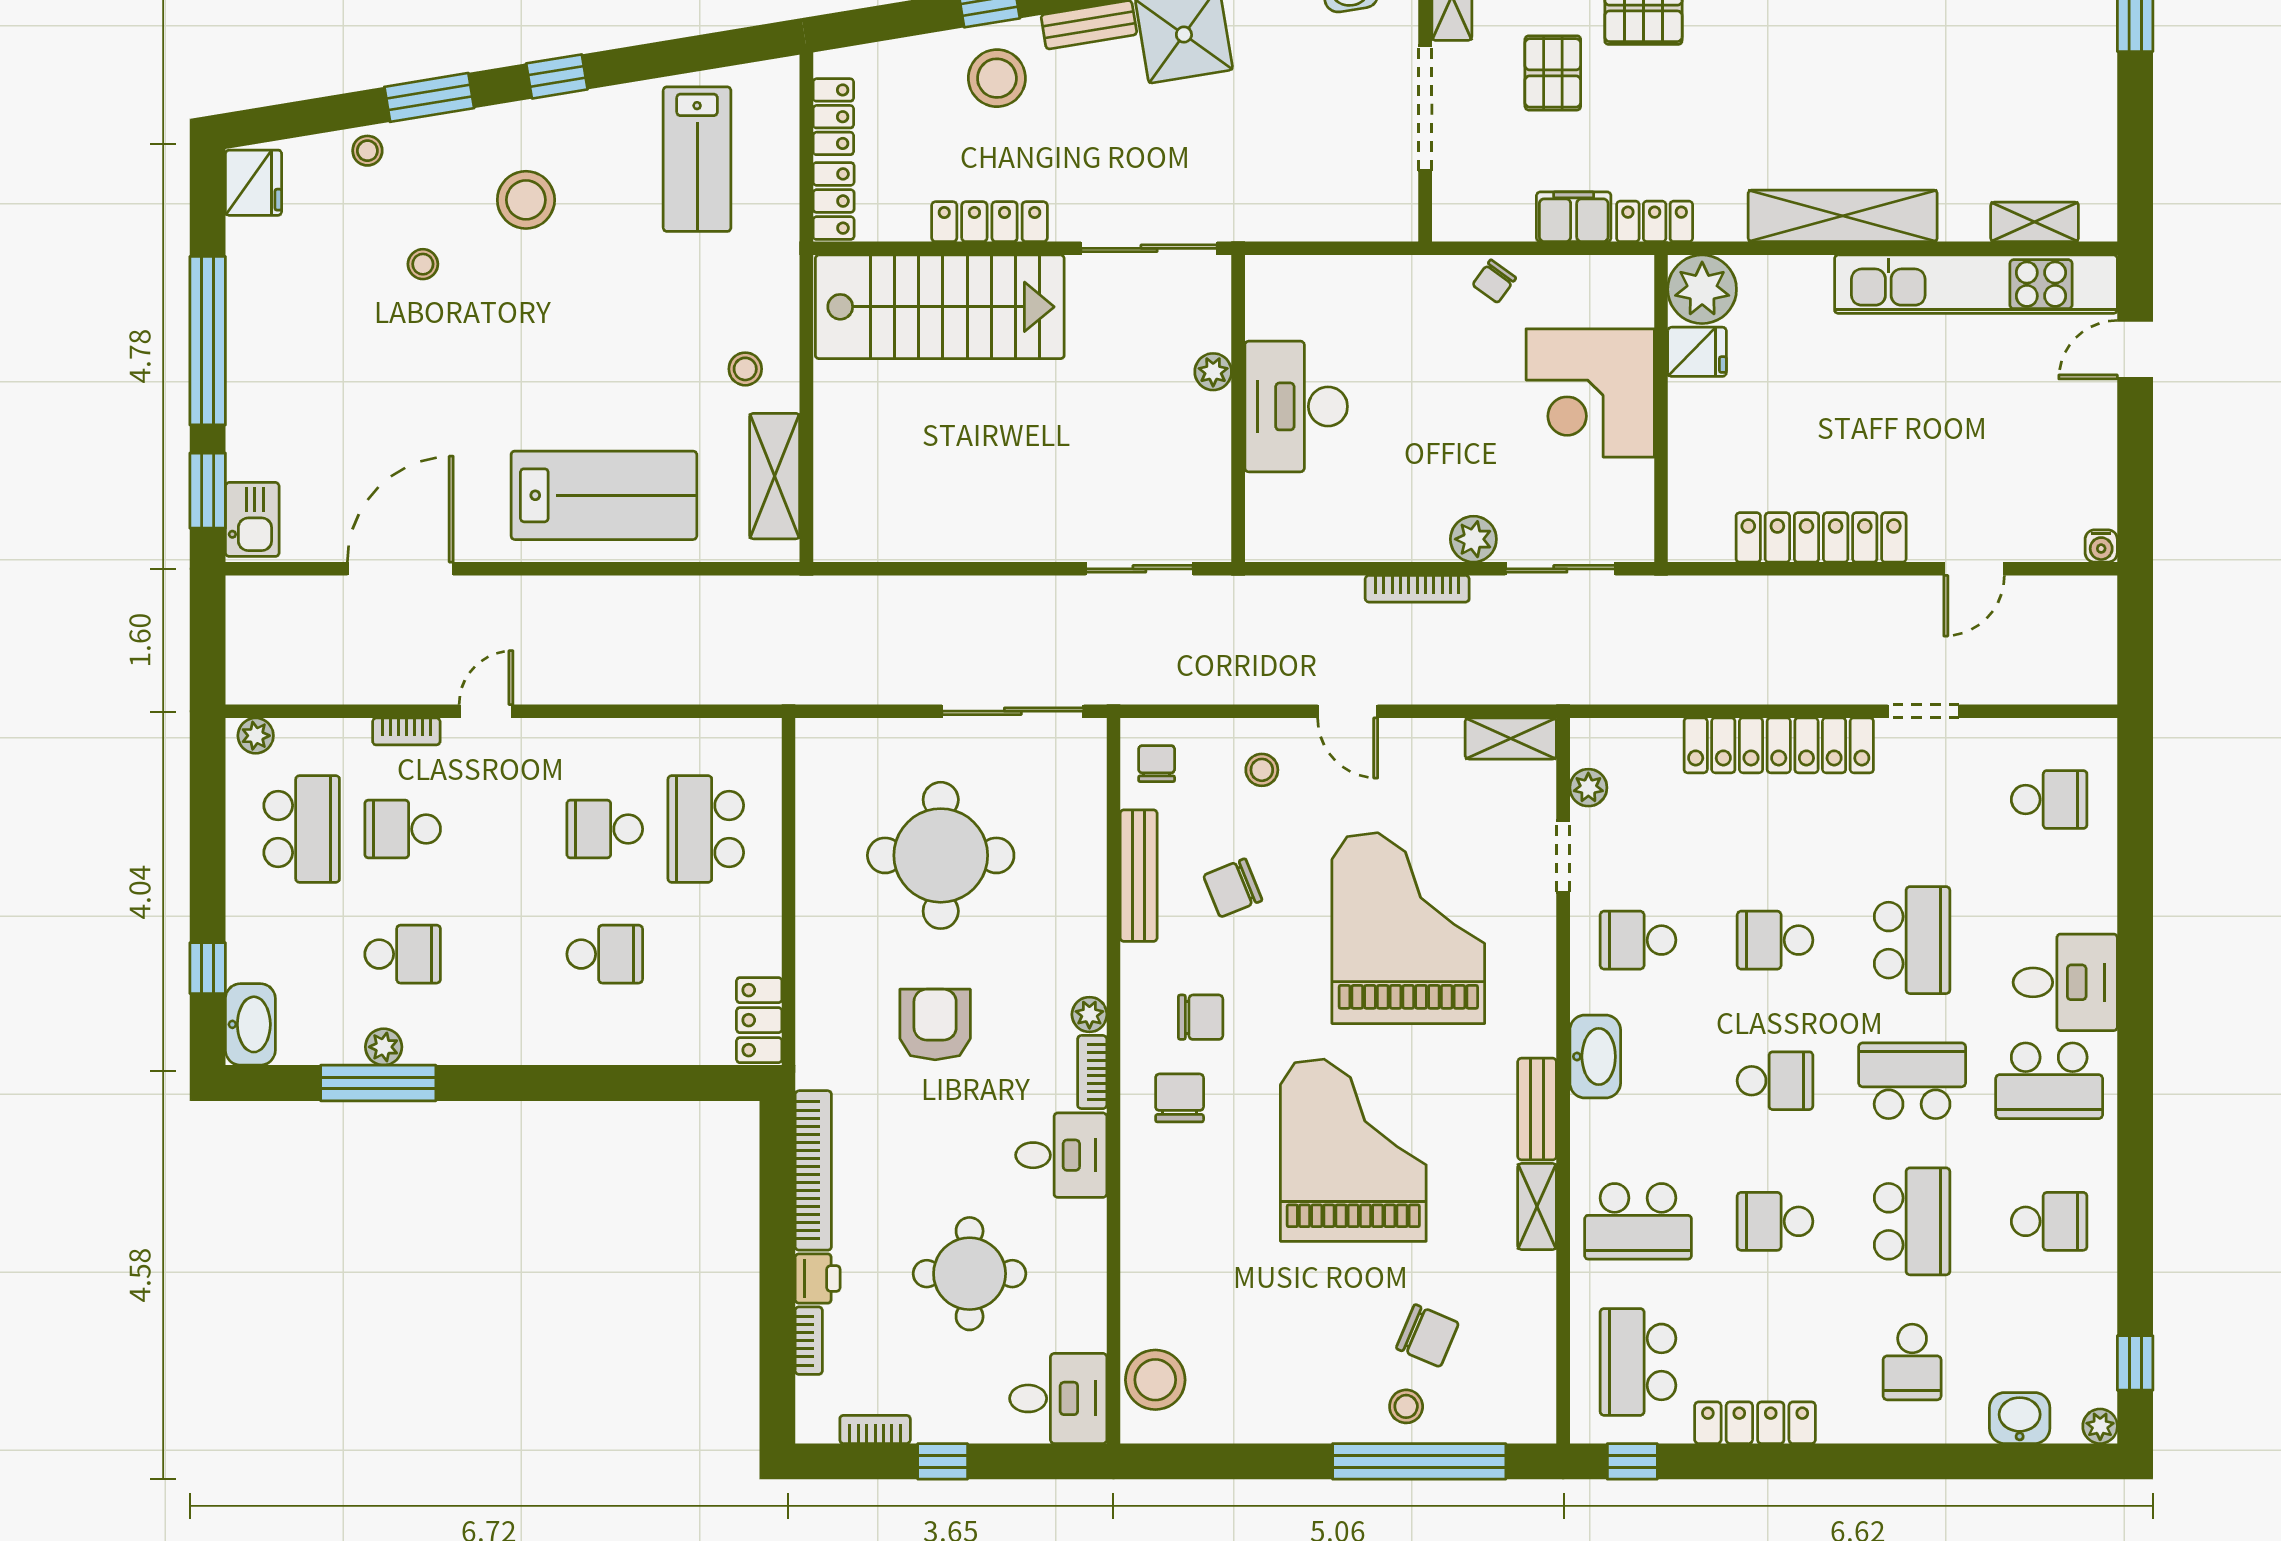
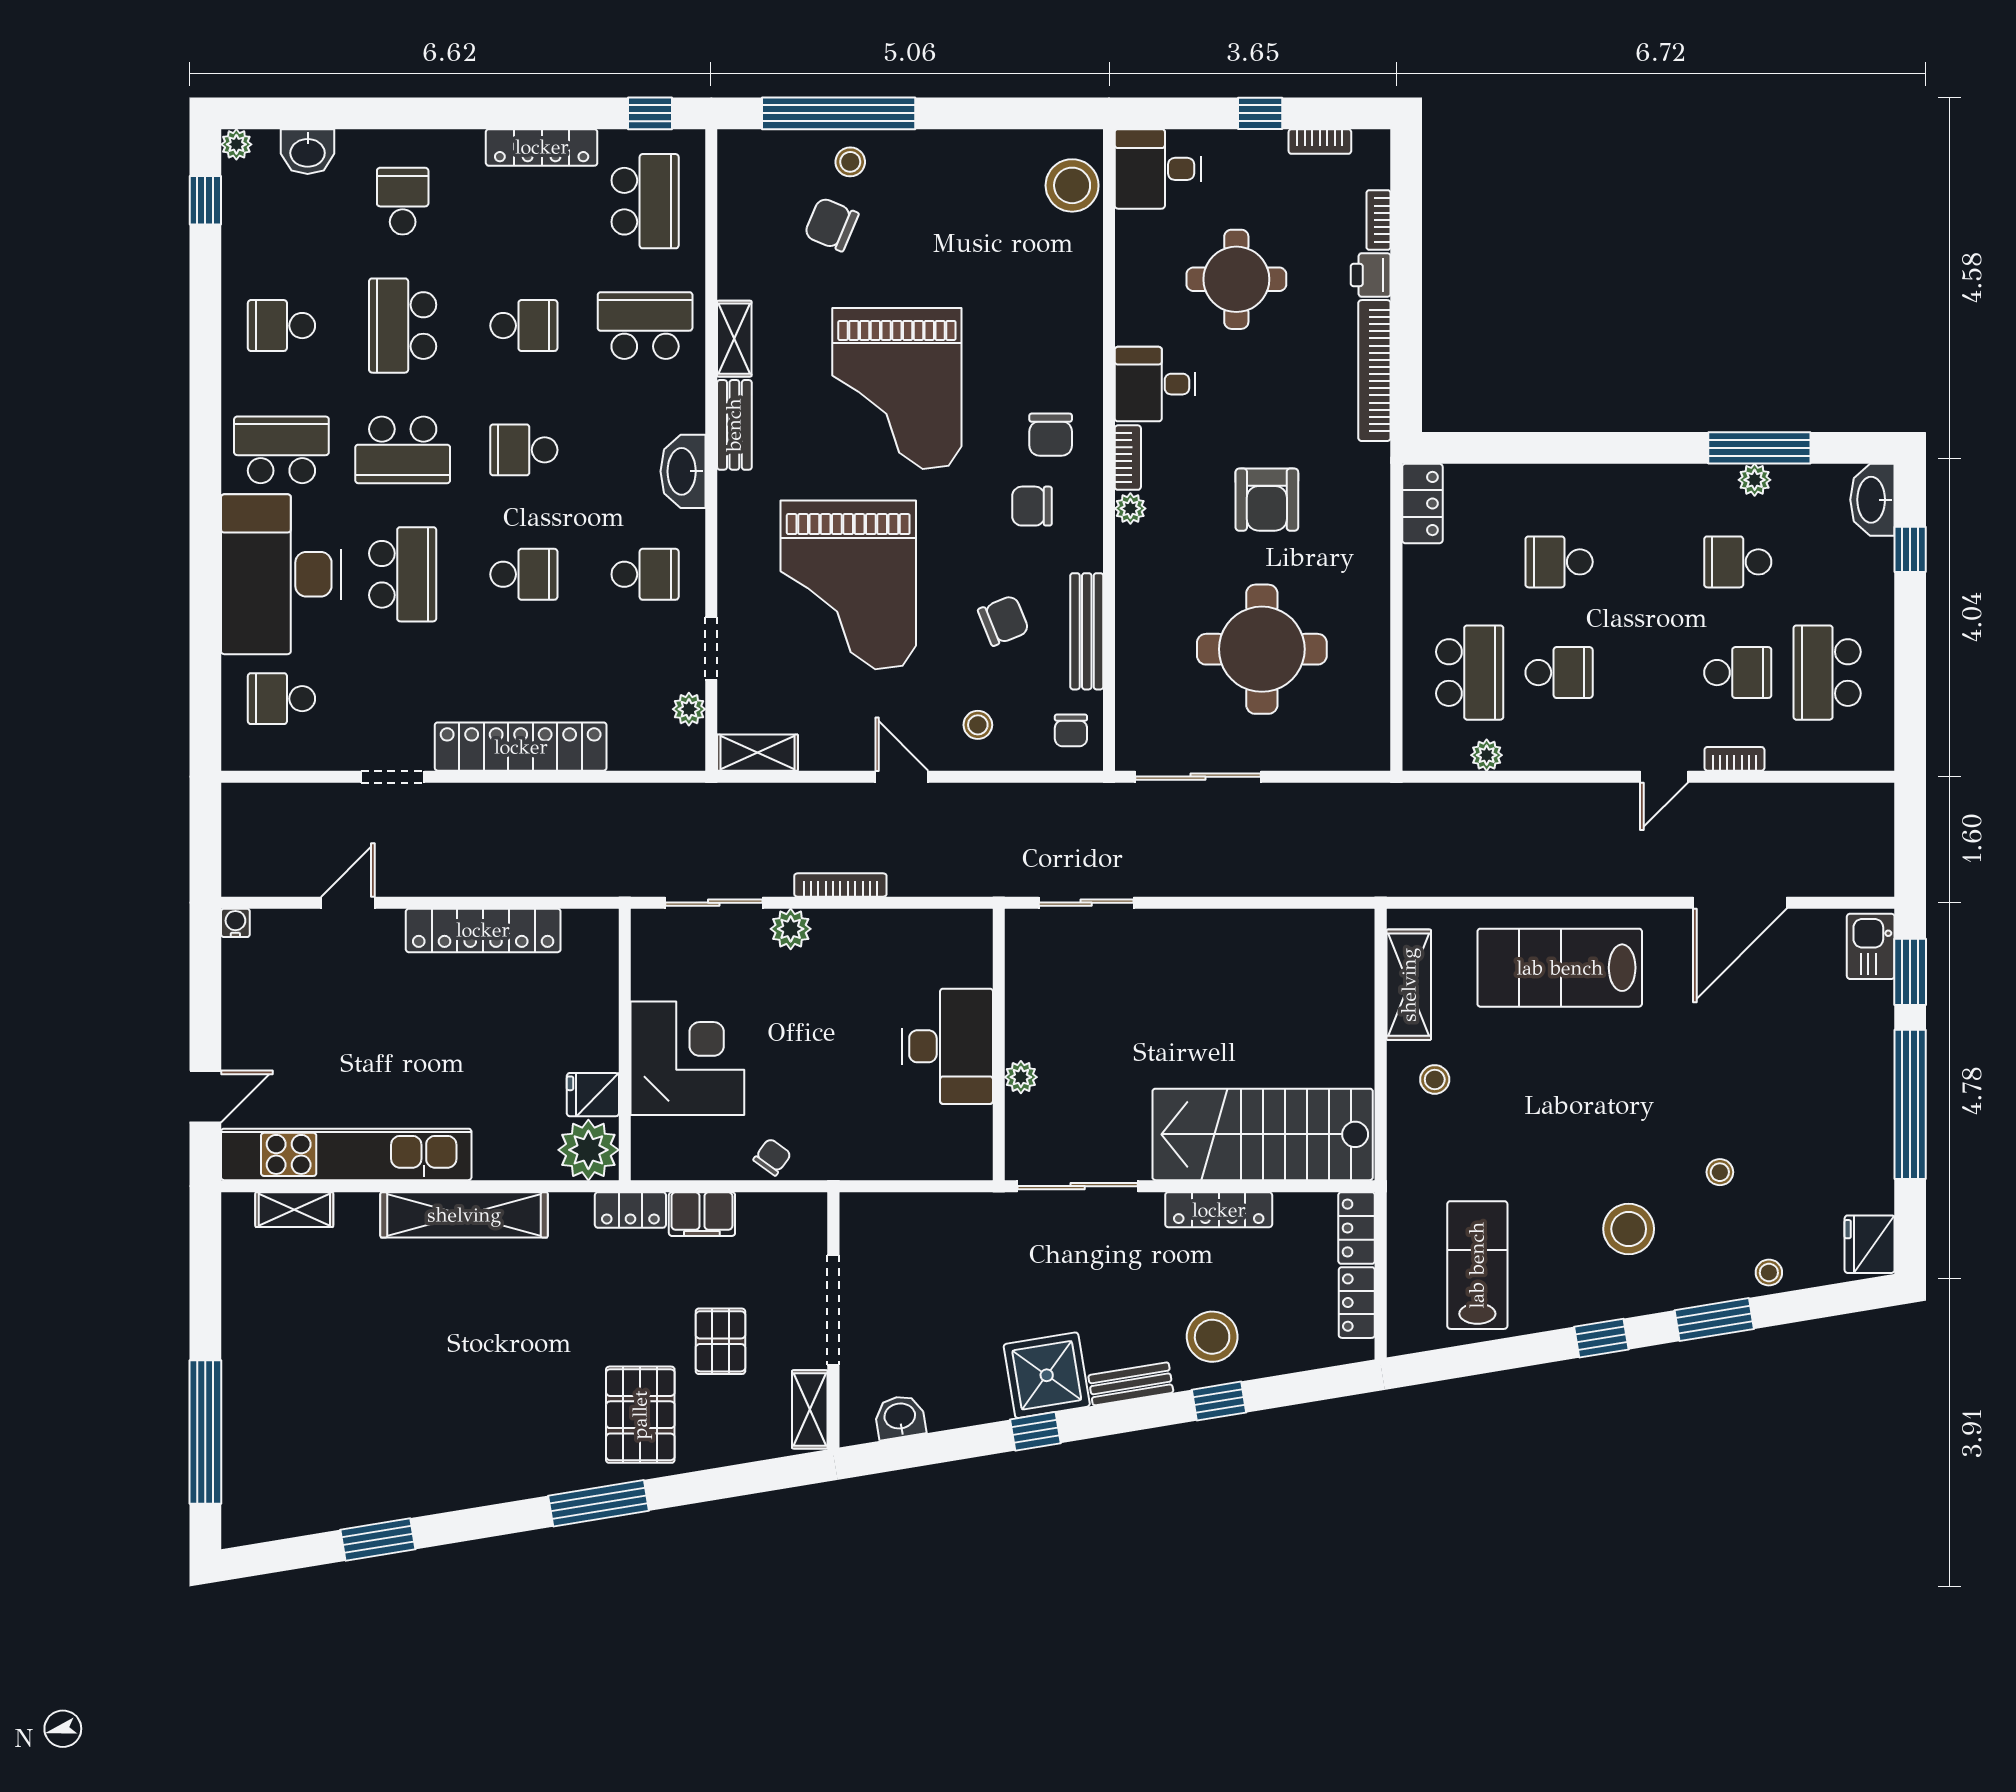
plant: (256, 736) -> (1487, 755), moved
school desk: (1912, 940) -> (403, 574), turned 180
desk: (2065, 982) -> (281, 574), width x1.87, depth x1.30

